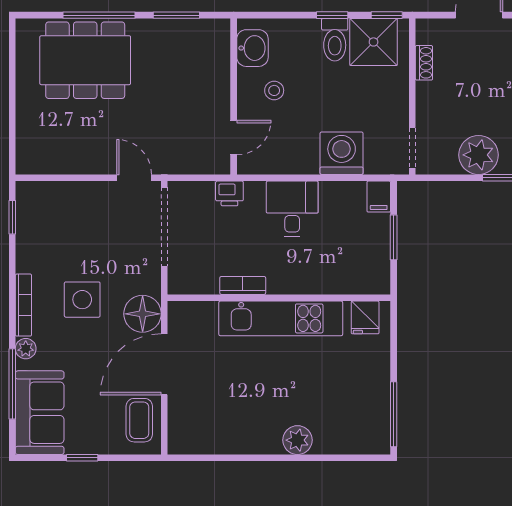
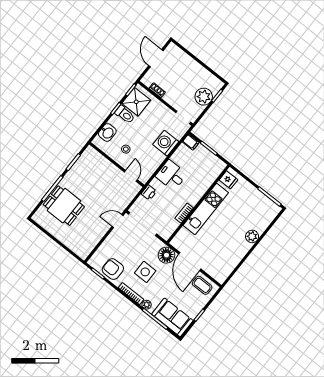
washbasin: (252, 48) -> (107, 133), moved, turned 90
dining table: (85, 60) -> (64, 206), width x0.73
armchair: (42, 238) -> (113, 269), added

